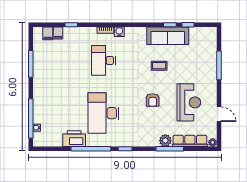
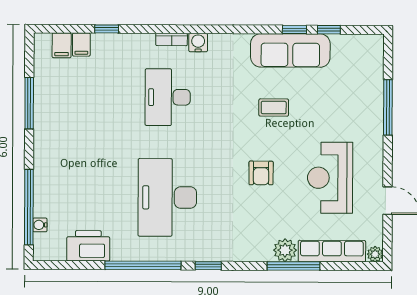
reception desk: (189, 102) -> (330, 178), turned 180
printer: (74, 139) -> (88, 246), moved

